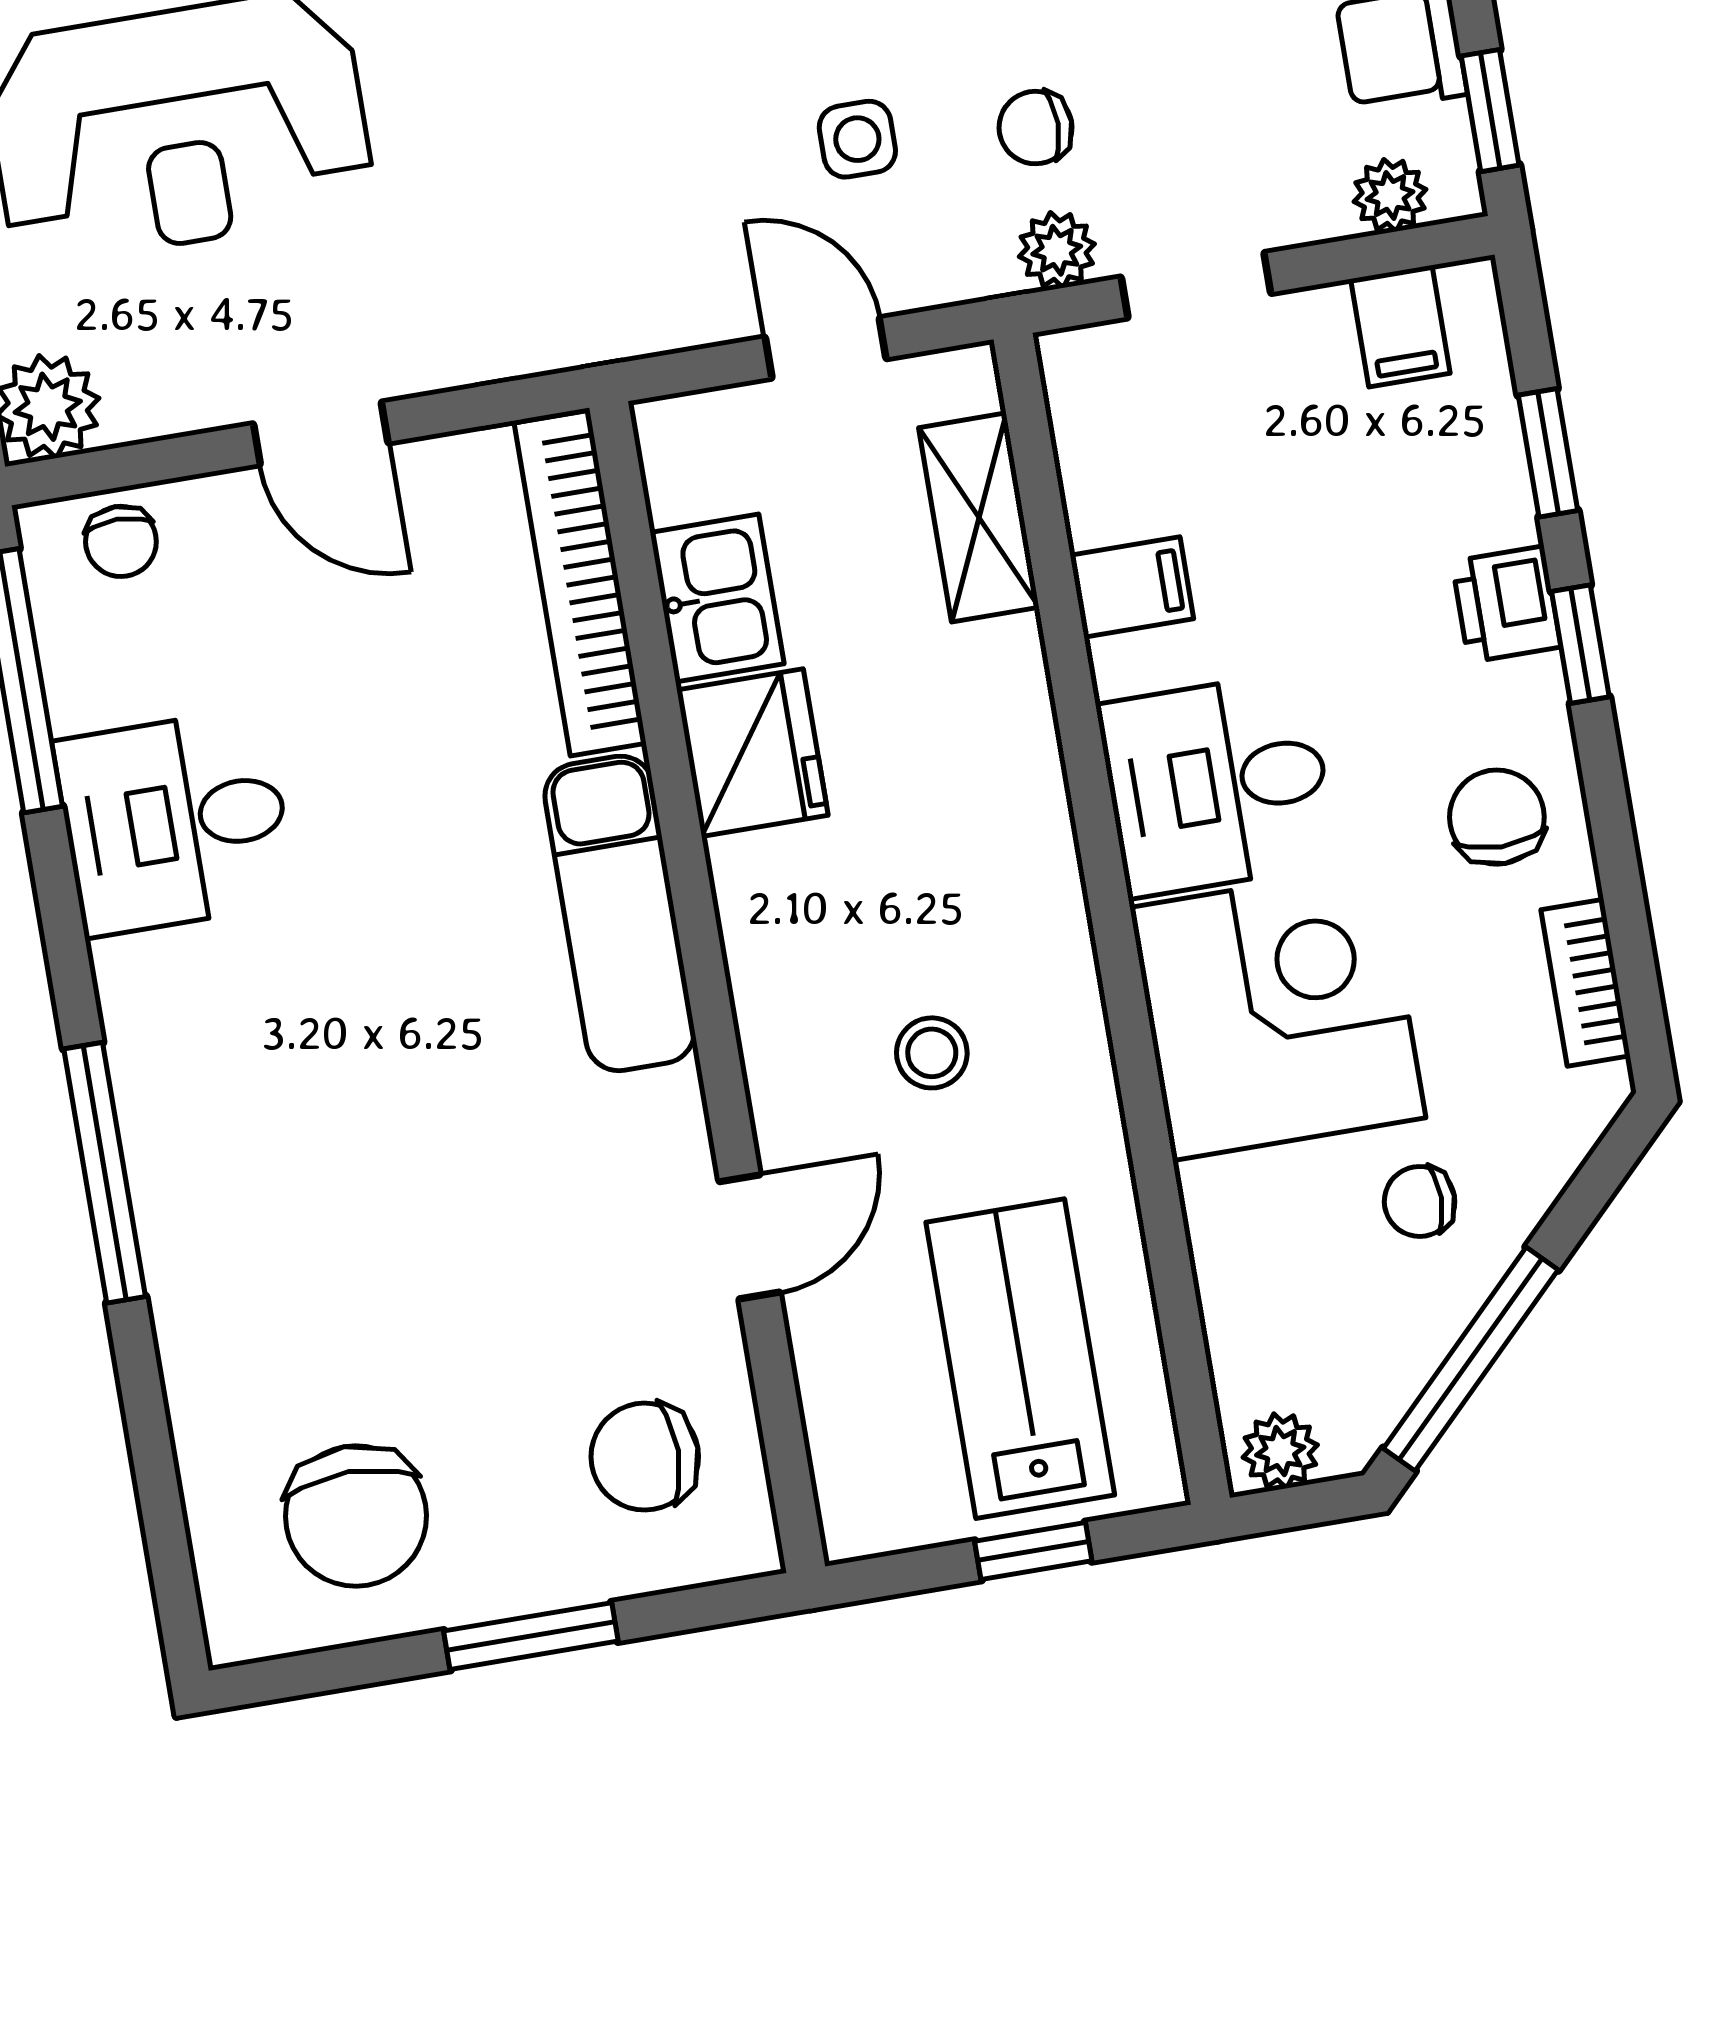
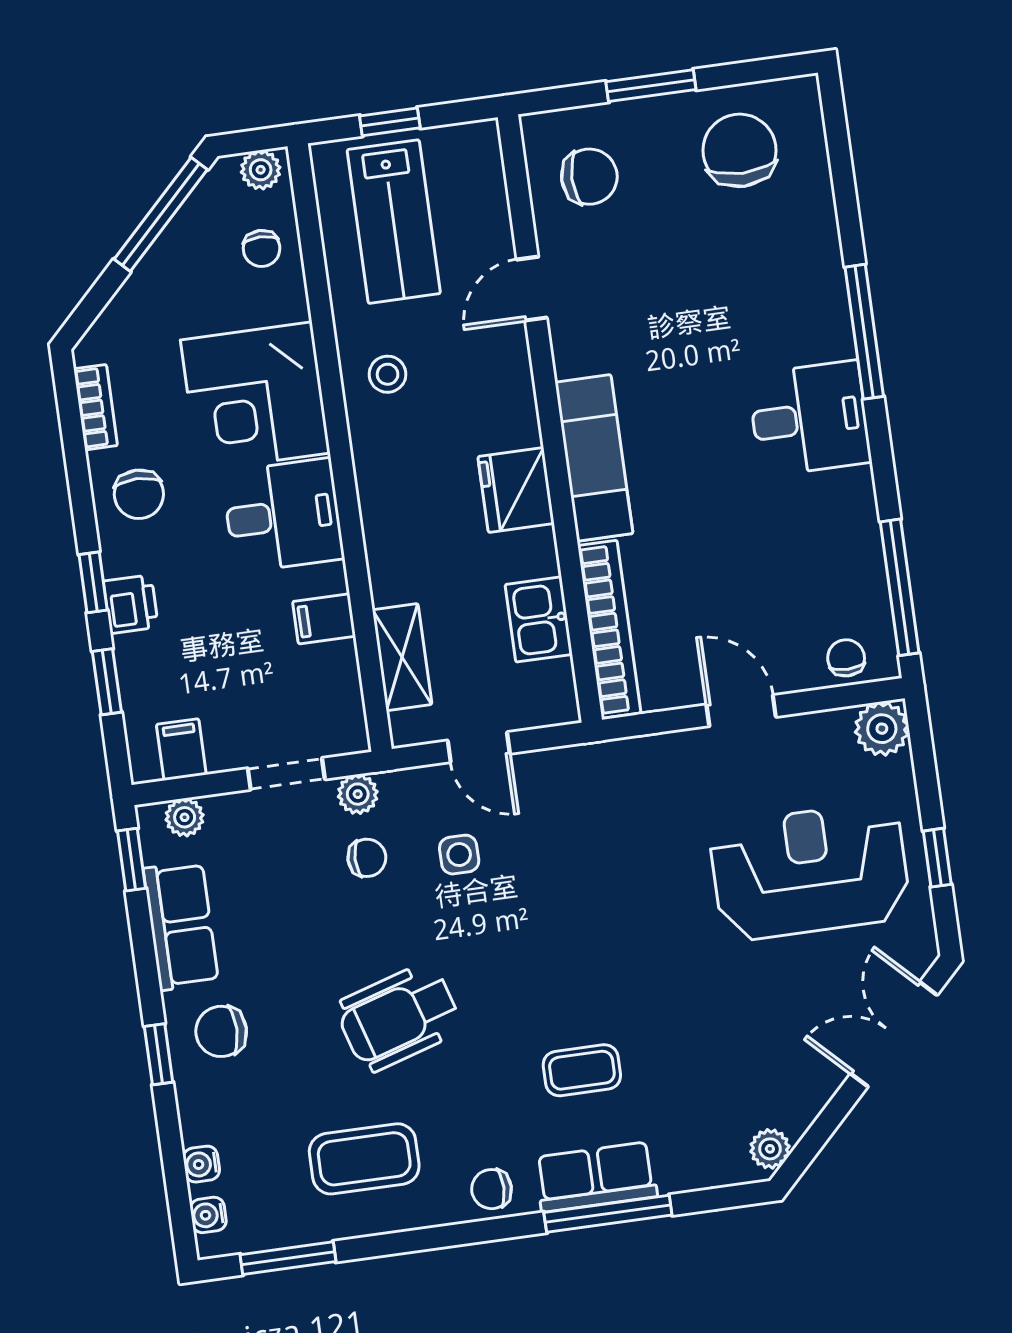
fridge: (752, 753) -> (516, 490), moved
desk: (175, 822) -> (809, 418), moved
stool: (932, 1053) -> (388, 374), moved
chair: (1420, 1201) -> (262, 248), moved, turned 90

